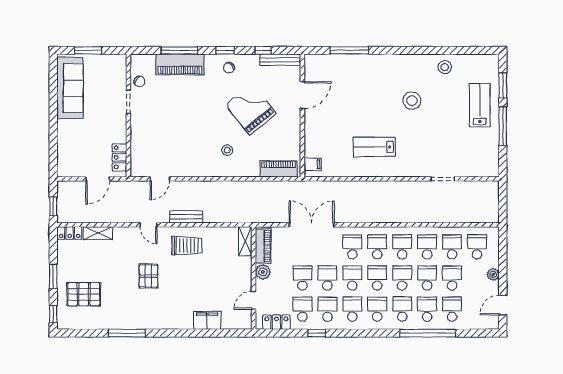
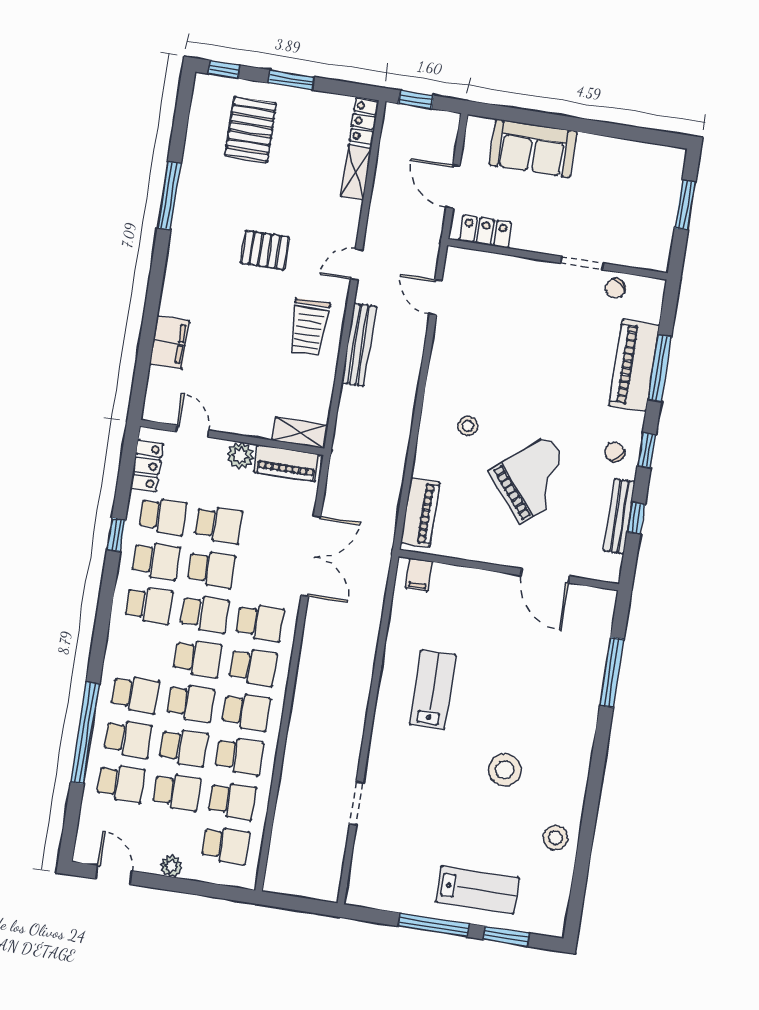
bench: (280, 60) -> (619, 516), moved
sofa: (70, 88) -> (533, 148), moved, width x0.73
bench: (186, 217) -> (359, 345), width x1.36
school desk: (377, 309) -> (142, 650), removed

